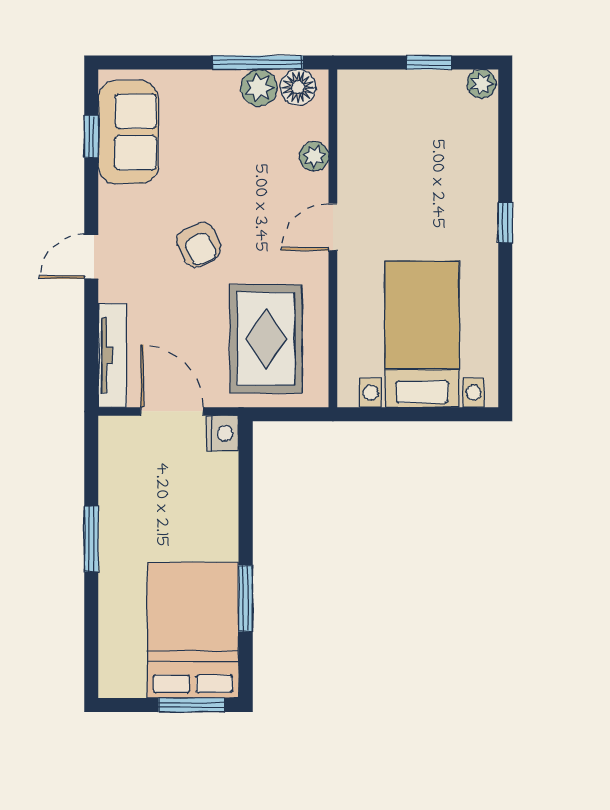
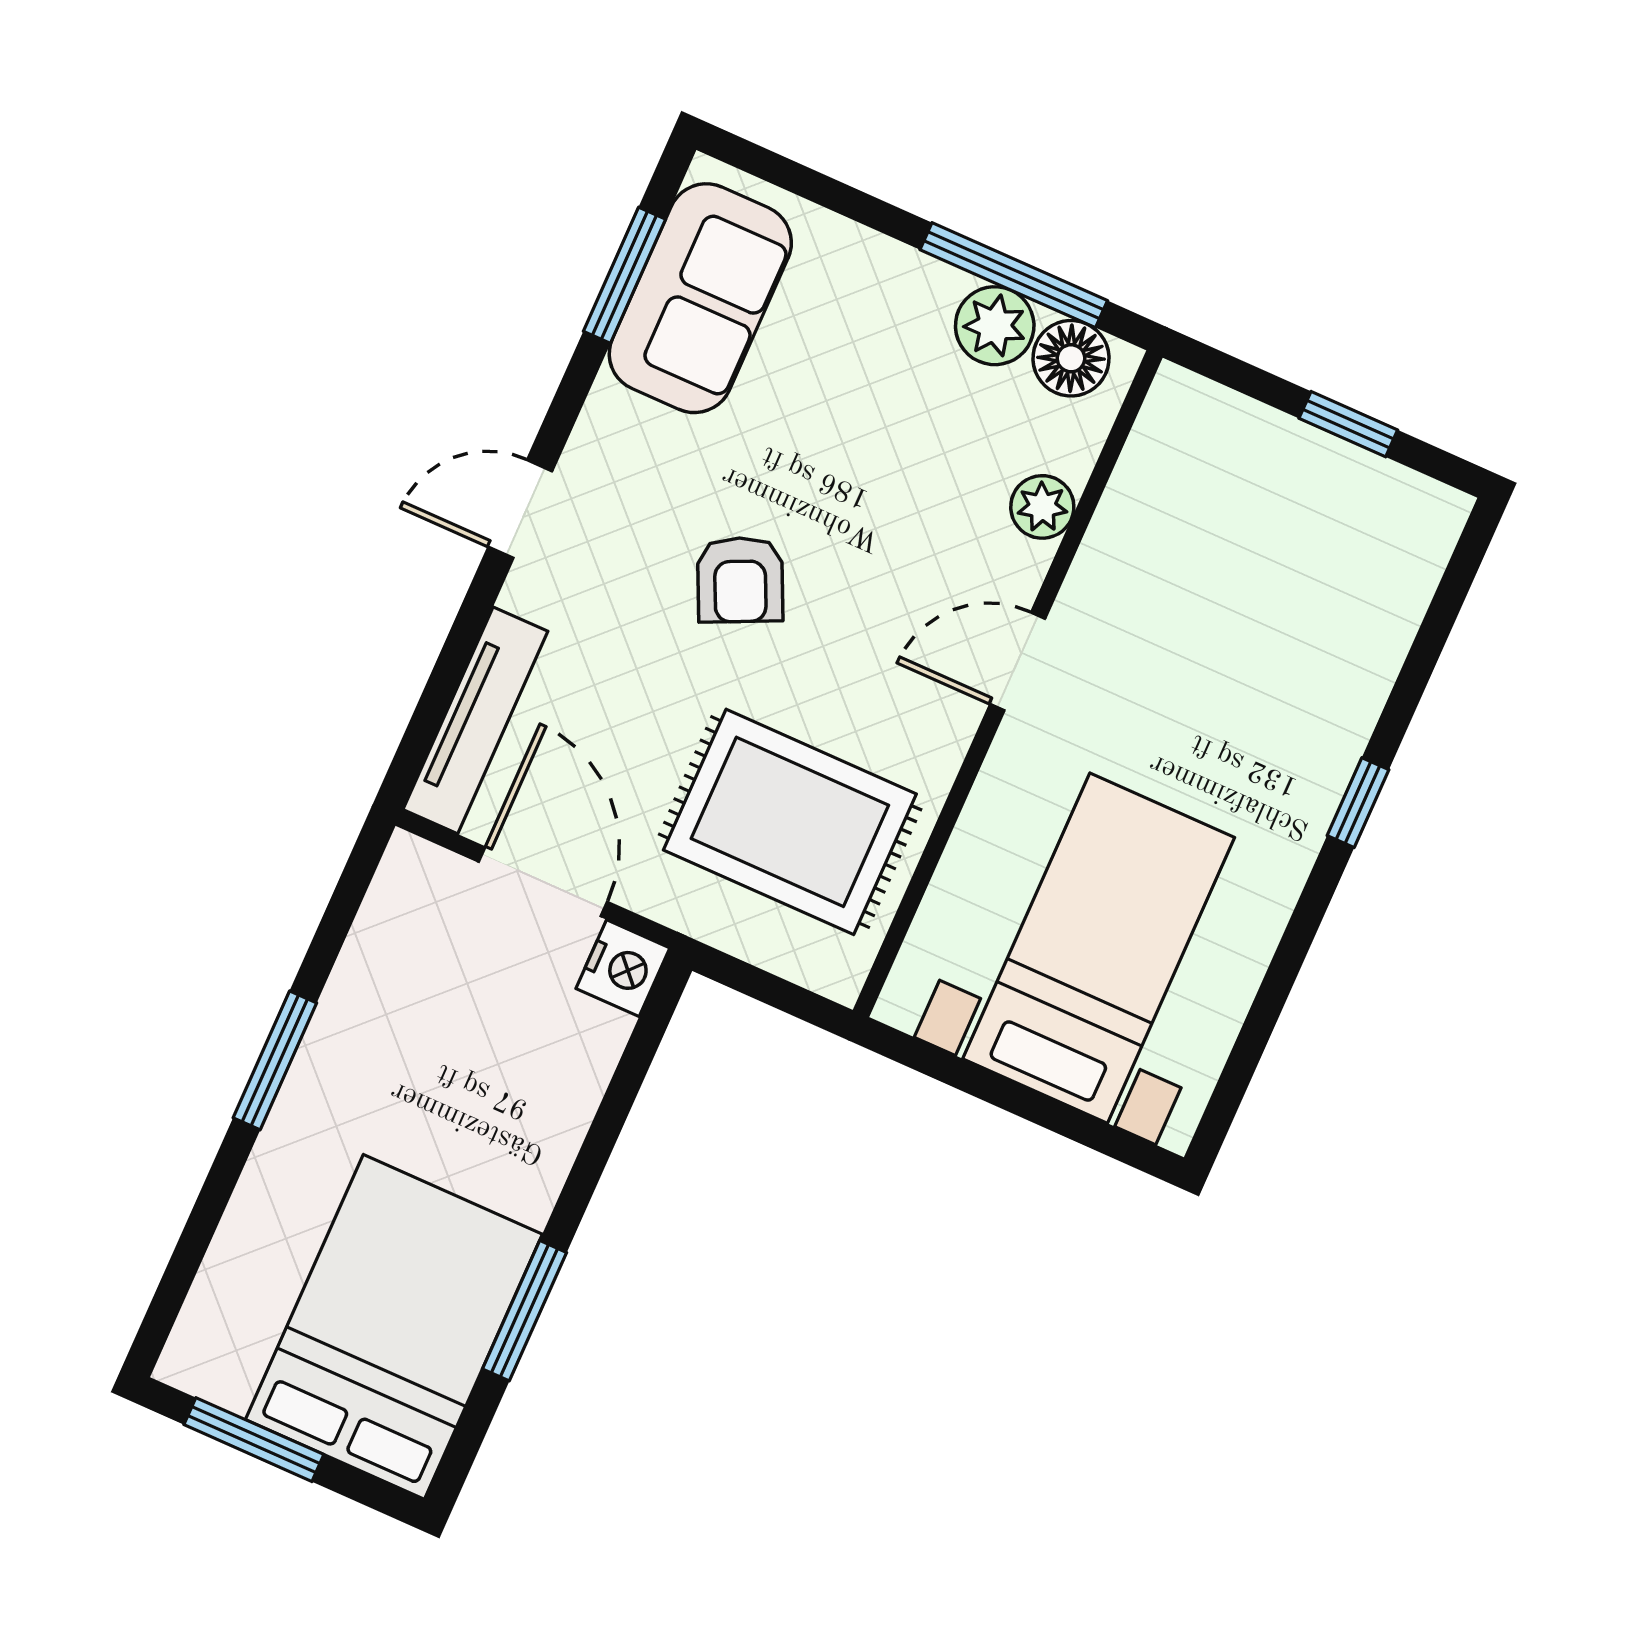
plant: (481, 84) -> (1432, 511), removed
window: (91, 137) -> (624, 275), width x1.50
rug: (266, 339) -> (790, 822), turned 90
window: (191, 705) -> (254, 1440), moved

